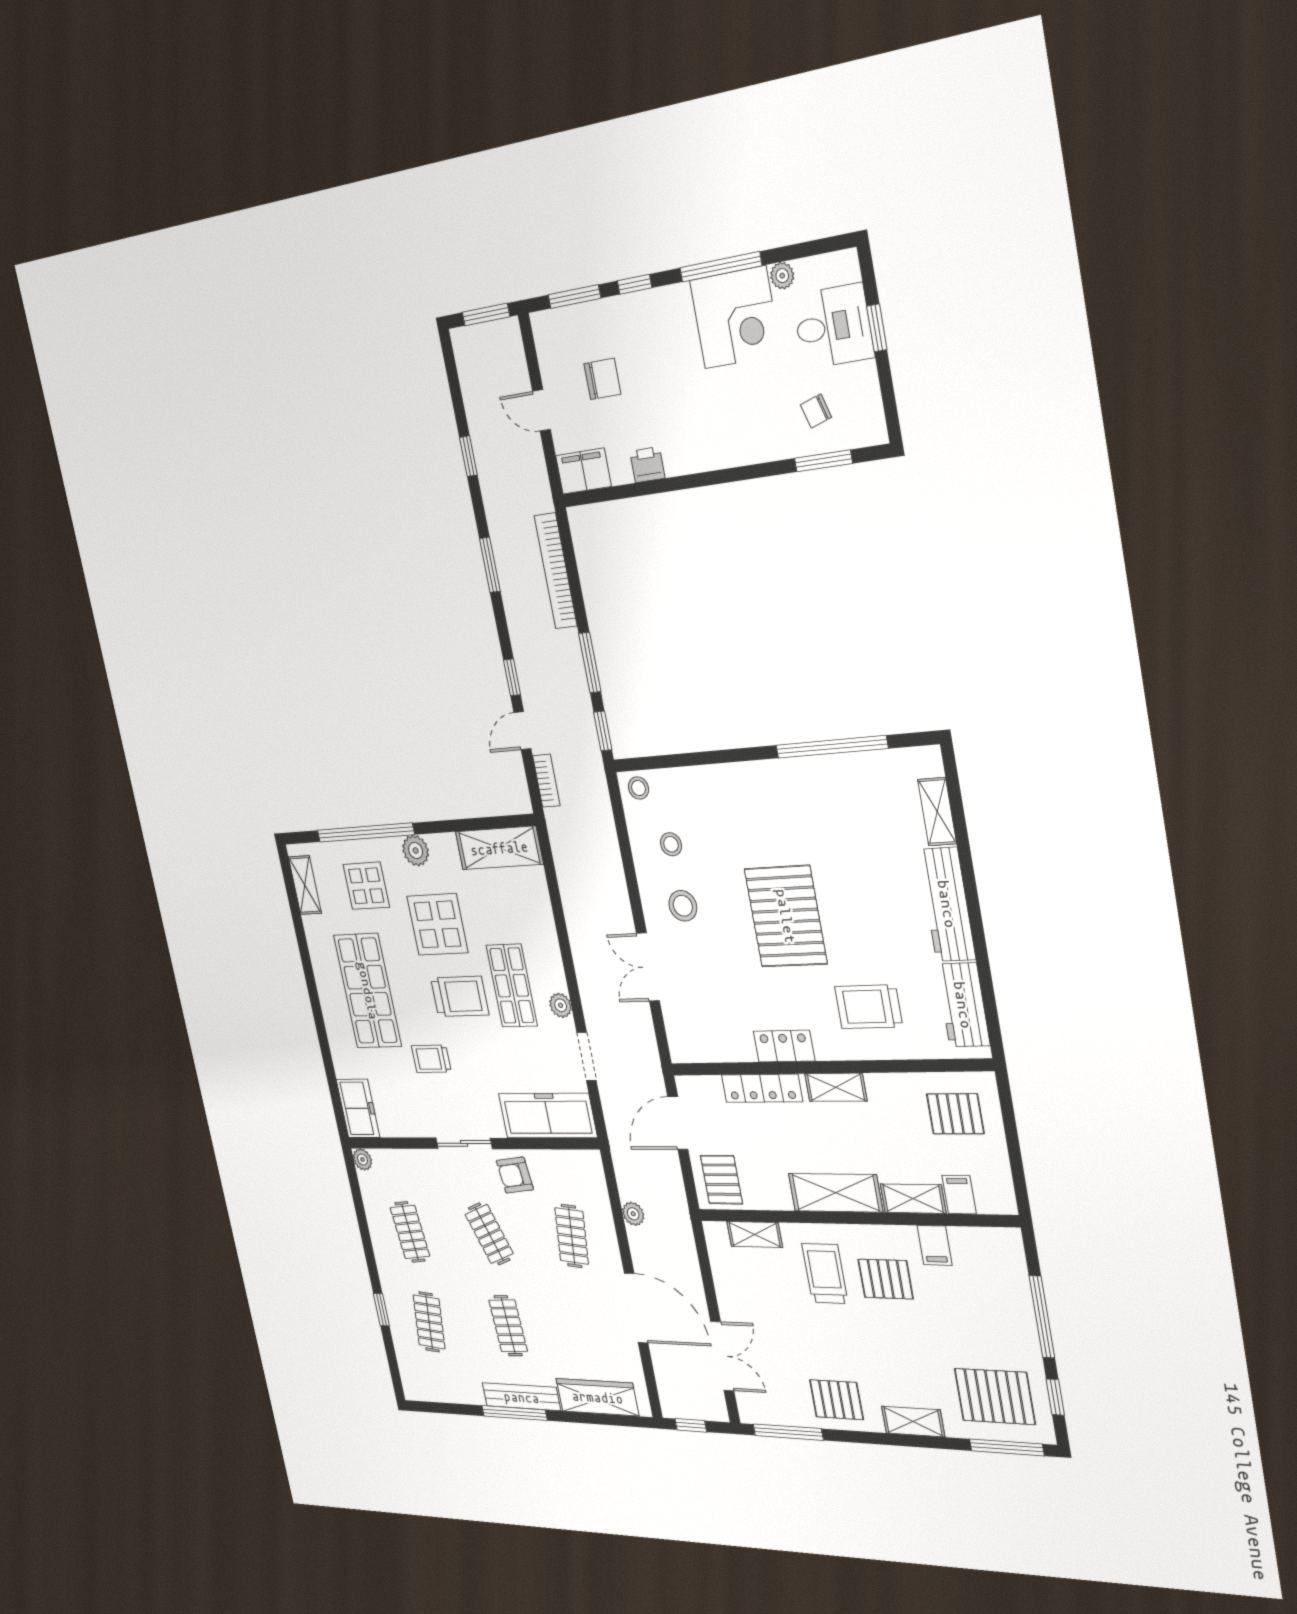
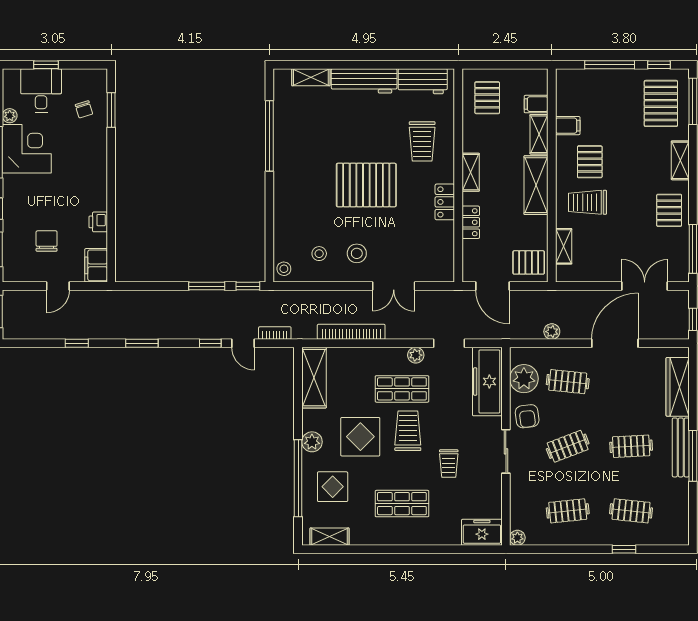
bookcase: (556, 571) -> (351, 332), moved, turned 180
shop shelf: (368, 991) -> (402, 504), width x0.70, depth x0.74
locker: (762, 1088) -> (471, 222), width x0.66
plant: (562, 1171) -> (524, 379), added

